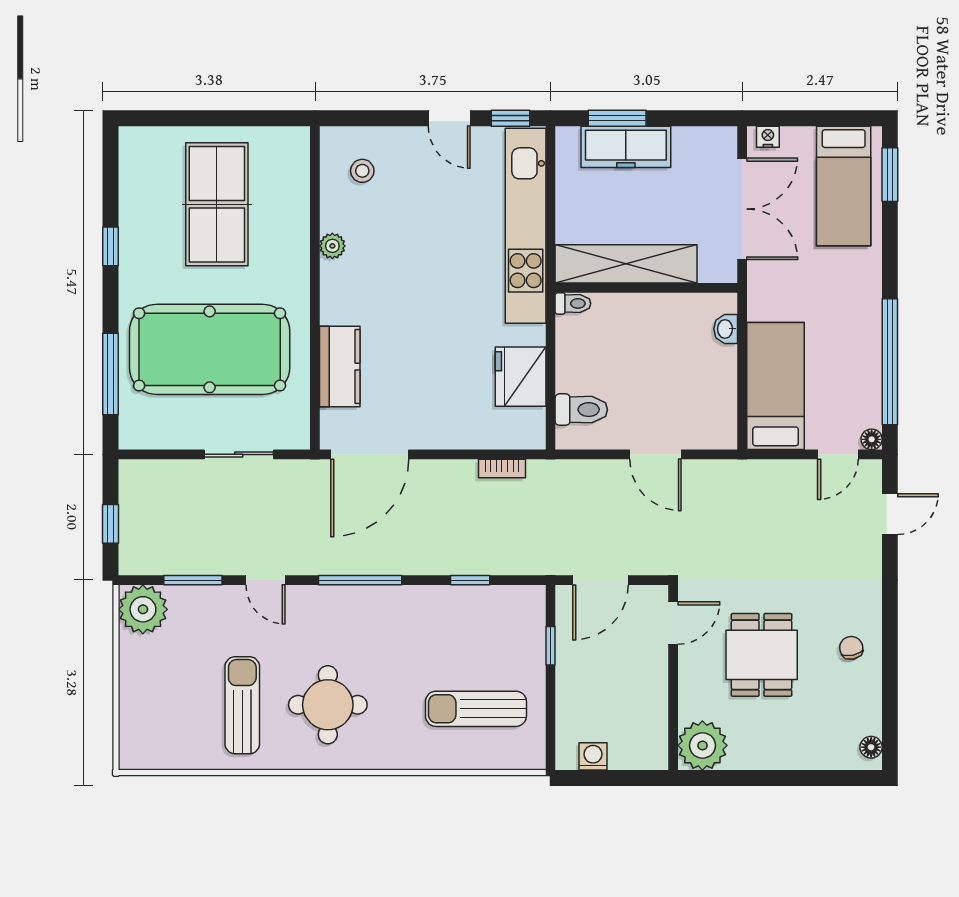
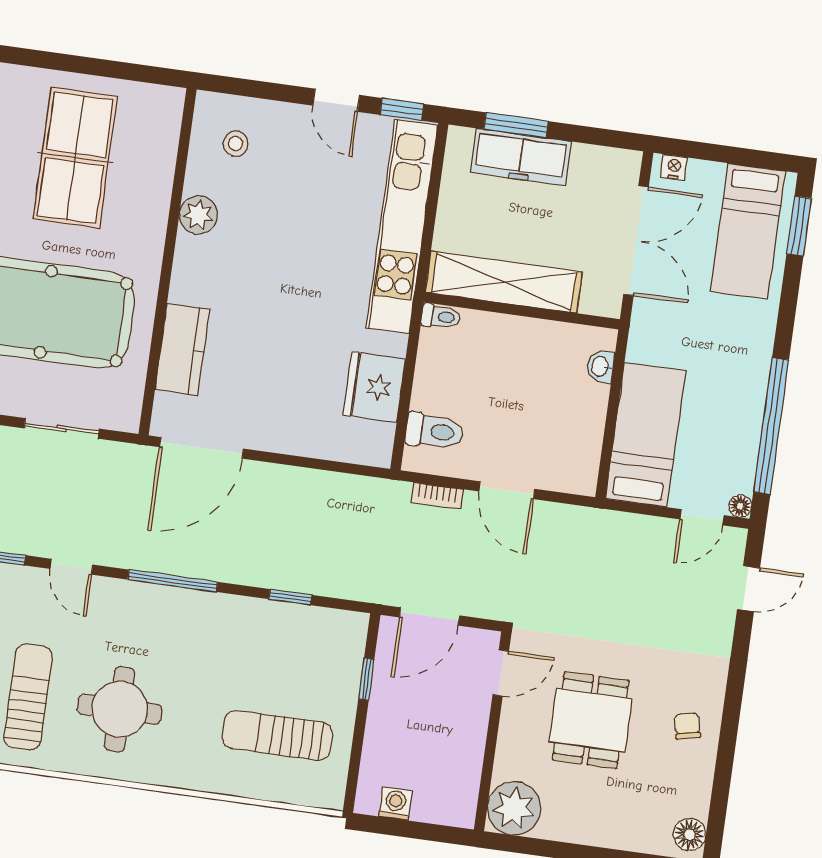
plant: (332, 246) -> (198, 215), width x1.38, depth x1.38
bookcase: (502, 469) -> (437, 496), moved
floor lamp: (871, 747) -> (690, 835), width x1.37, depth x1.37

